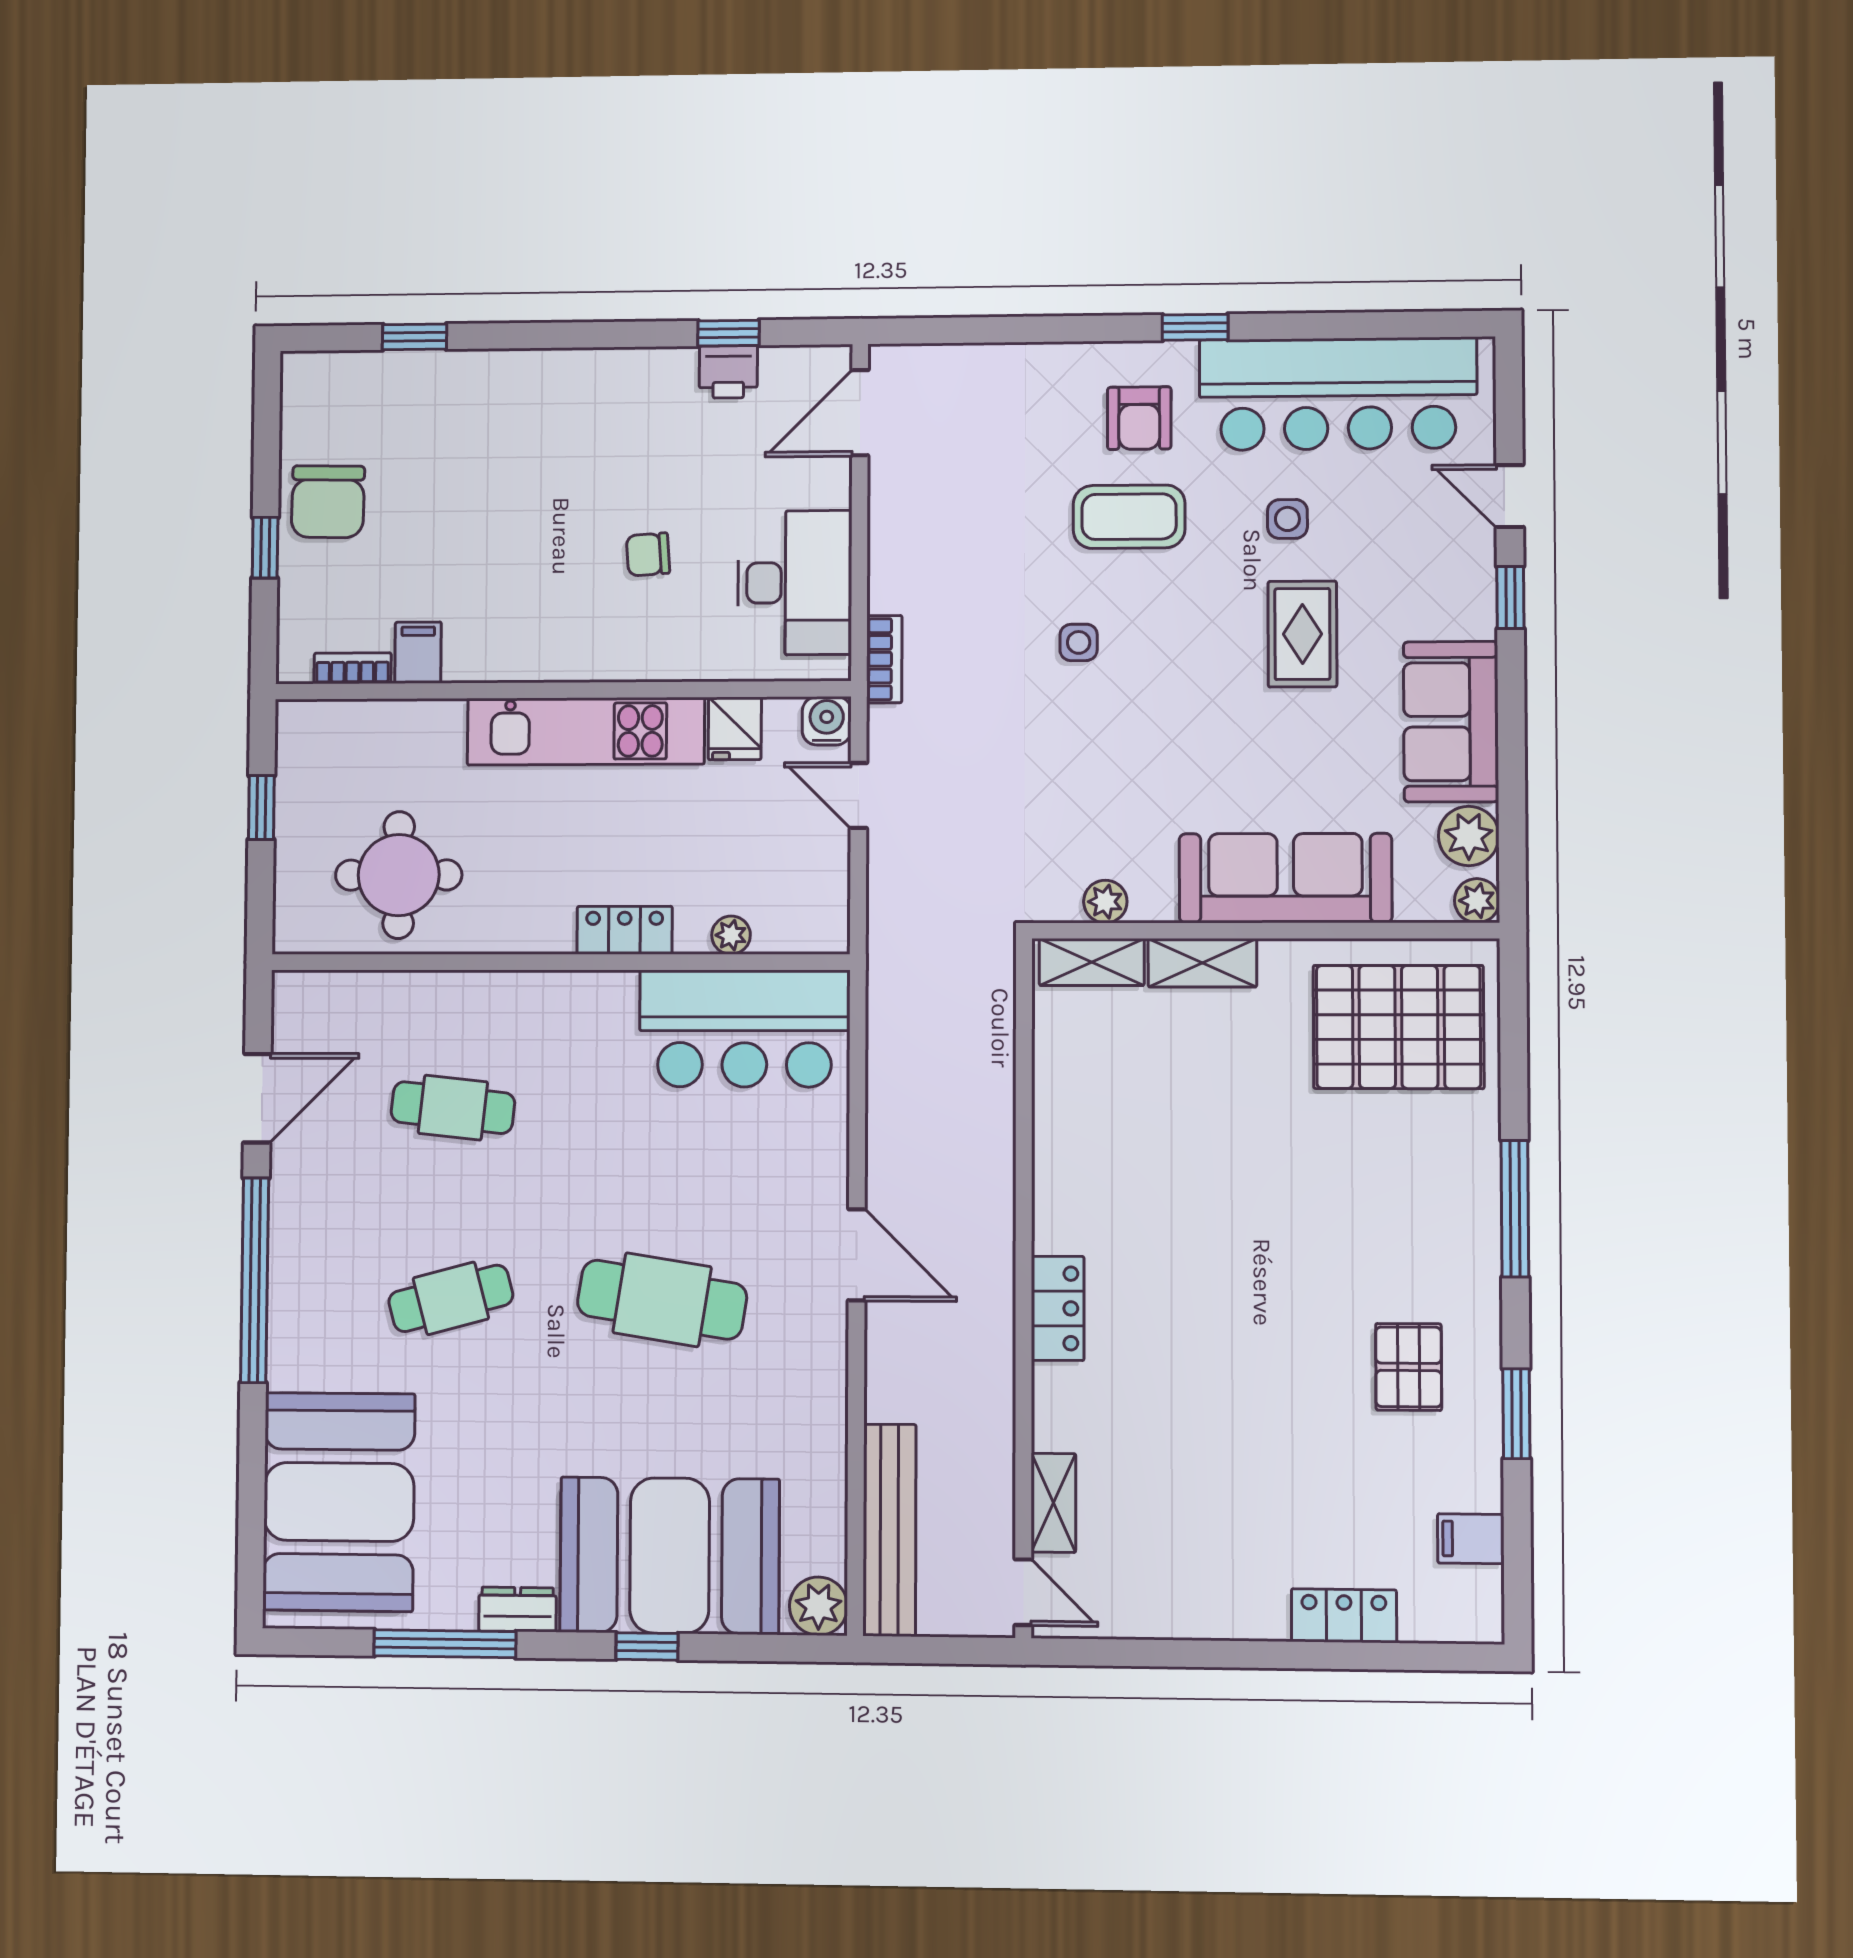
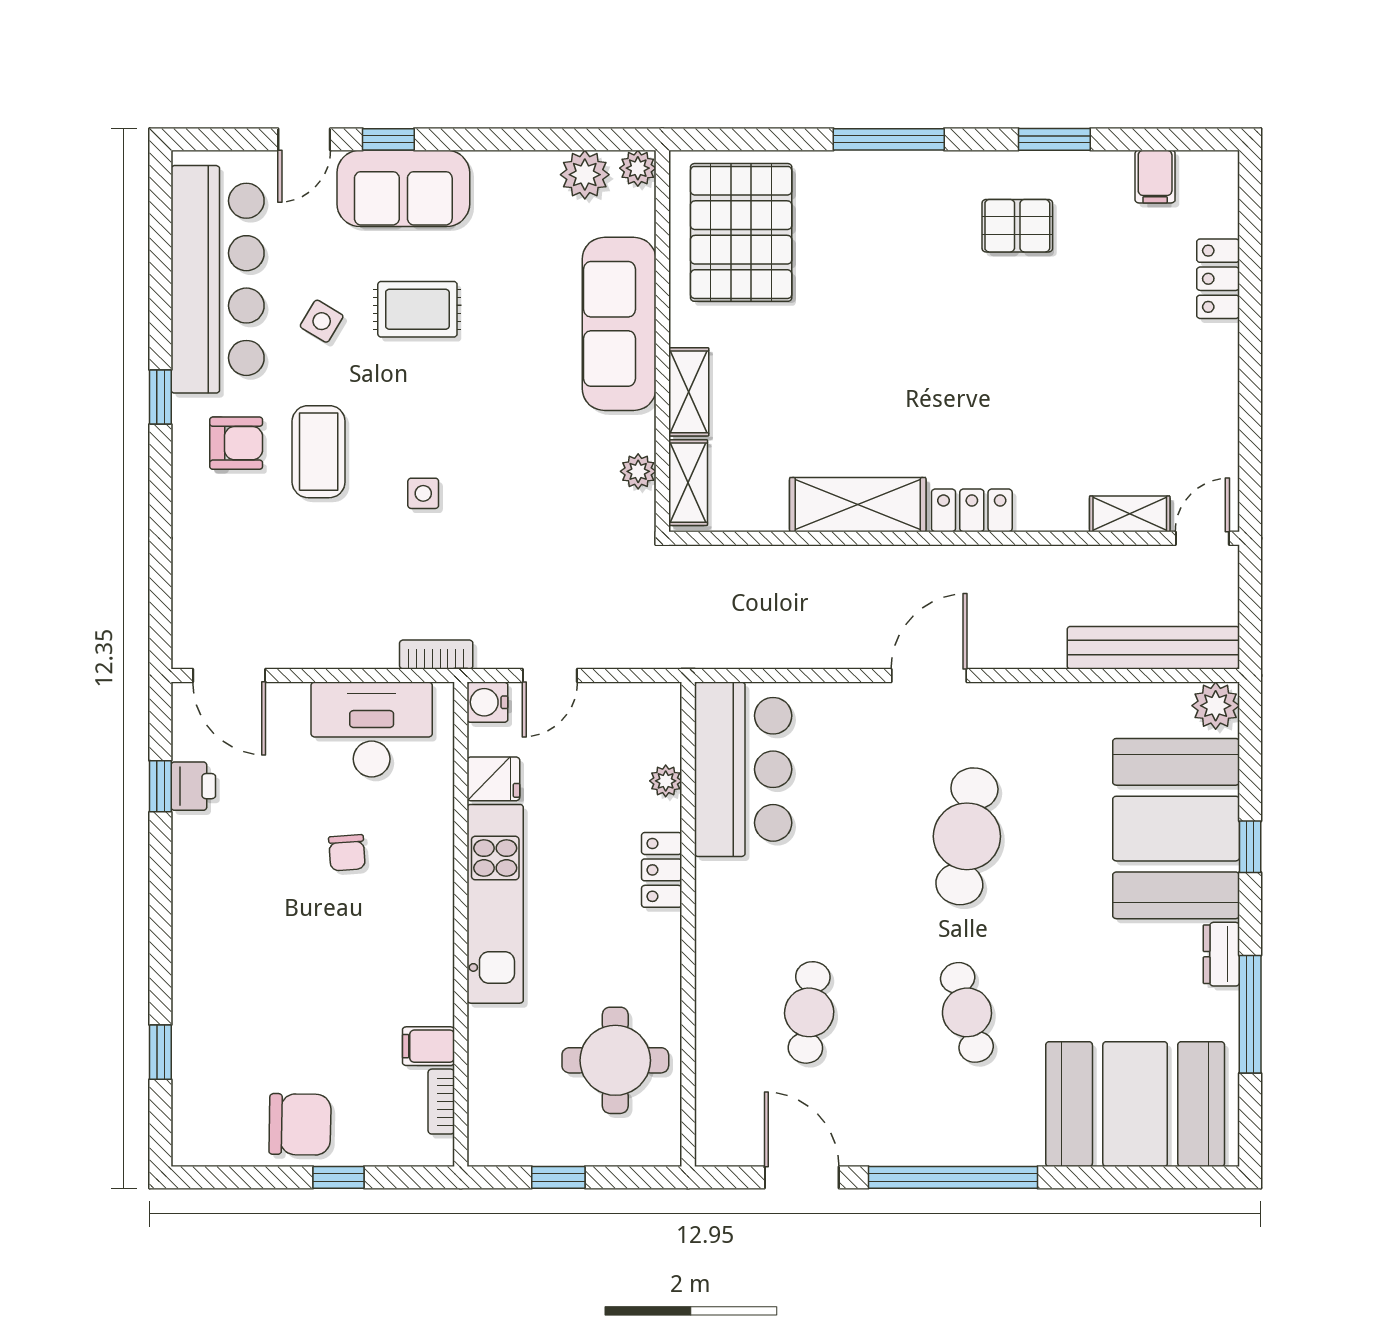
side table: (1287, 519) -> (322, 321), turned 31
sofa: (1451, 722) -> (403, 188), moved
shelving: (1065, 1169) -> (858, 505), added

